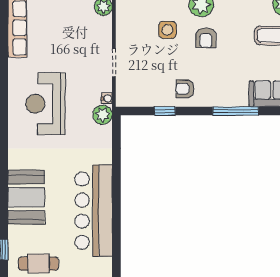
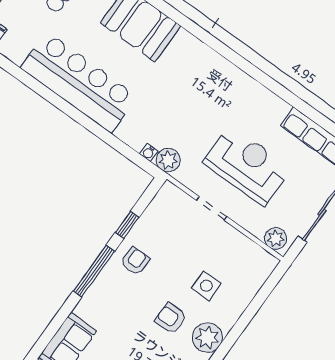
water cooler: (107, 98) -> (149, 152), moved
reception desk: (46, 104) -> (247, 165), moved
window: (236, 111) -> (94, 271), moved

